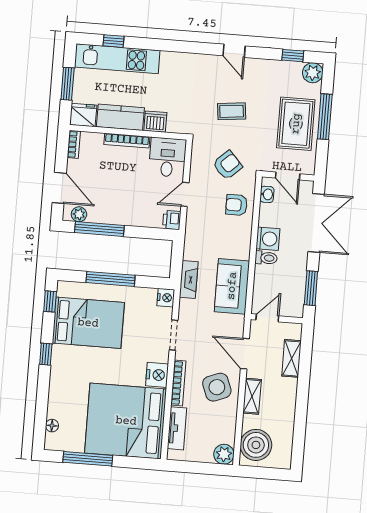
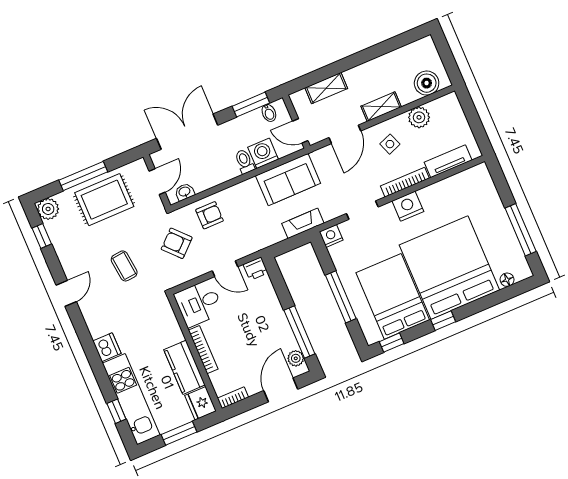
dishwasher: (155, 122) -> (107, 347), moved, turned 180
armchair: (237, 205) -> (210, 215), turned -90
washing machine: (268, 239) -> (263, 153), moved
bidet: (296, 300) -> (269, 113), added
side table: (217, 387) -> (390, 144), width x0.54, depth x0.54
bed: (126, 421) -> (449, 268), moved, turned 180
boiler: (256, 445) -> (427, 83), width x0.73, depth x0.73
plant: (224, 454) -> (419, 117), moved

